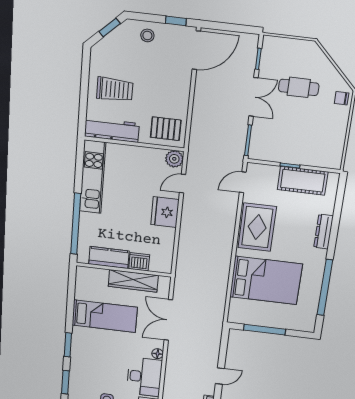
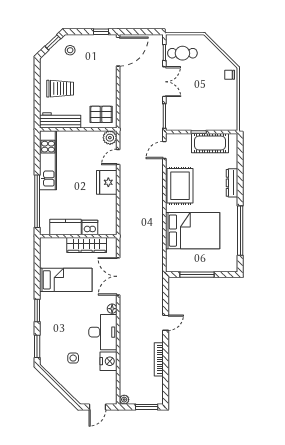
stool: (147, 35) -> (70, 50), moved
cafe table: (299, 87) -> (182, 53), moved

